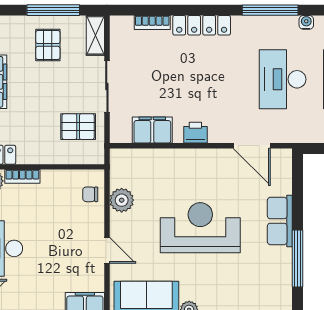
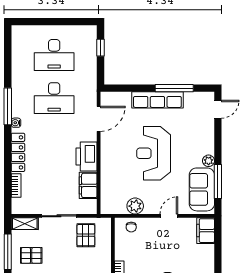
water cooler: (306, 22) -> (16, 123), moved
printer: (195, 133) -> (87, 156), width x1.87, depth x1.48
row of seats: (280, 221) -> (157, 100), width x1.48

